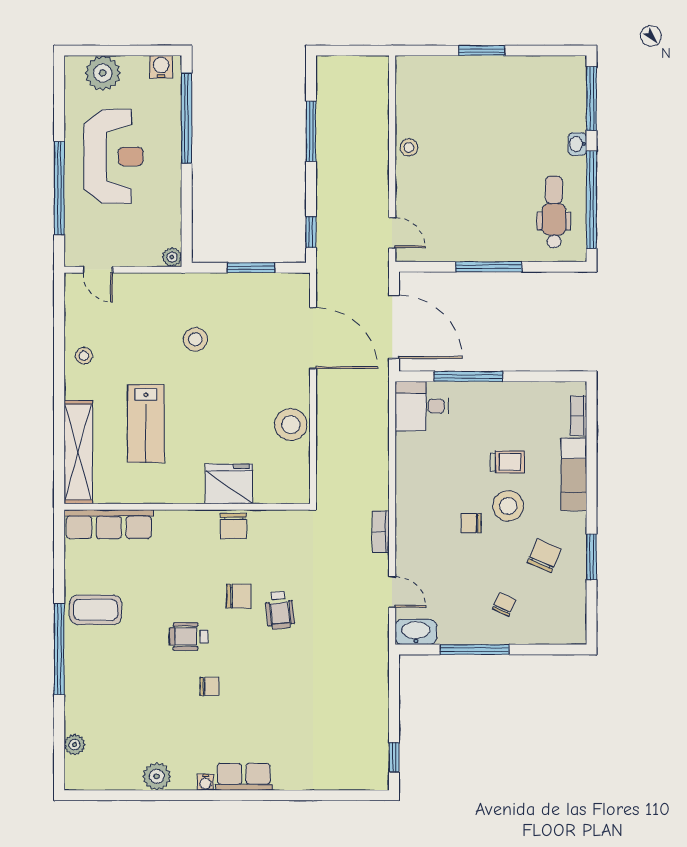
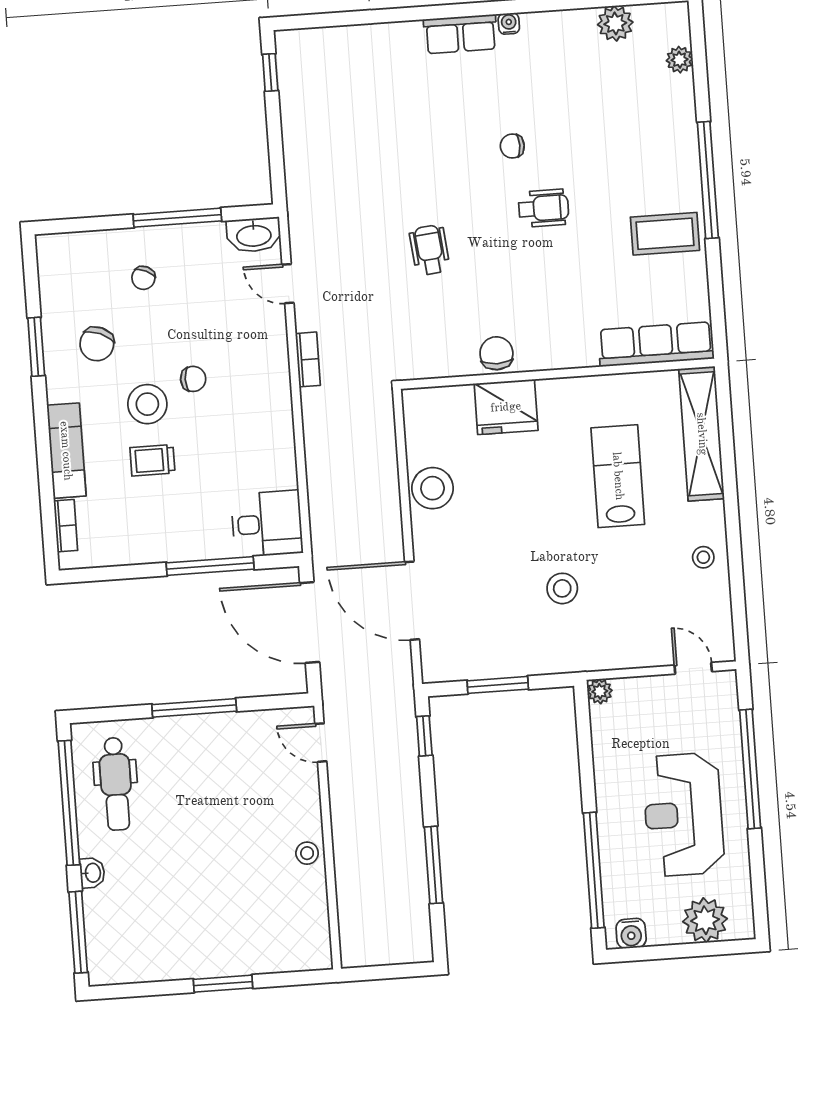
chair: (239, 596) -> (483, 264), removed
plant: (157, 776) -> (615, 23), moved

